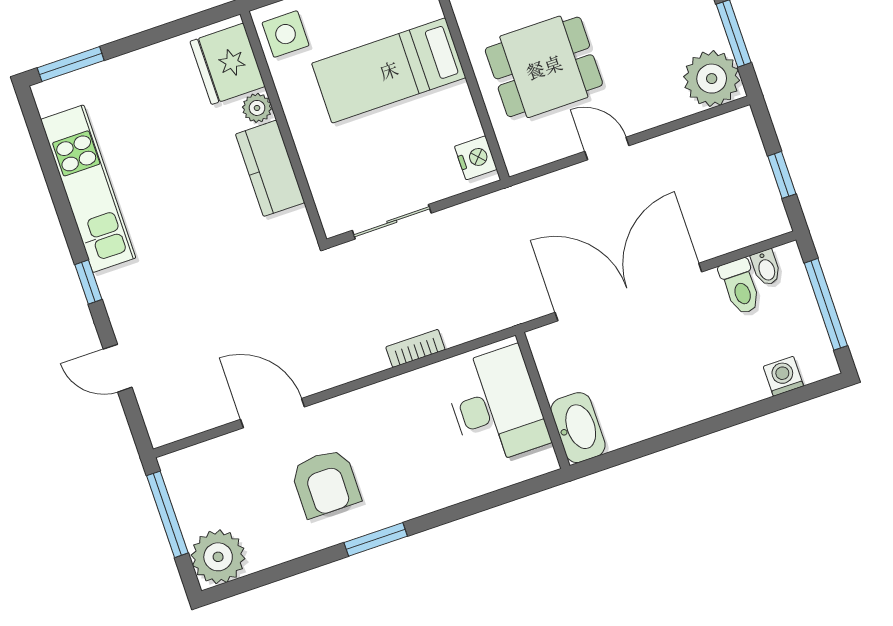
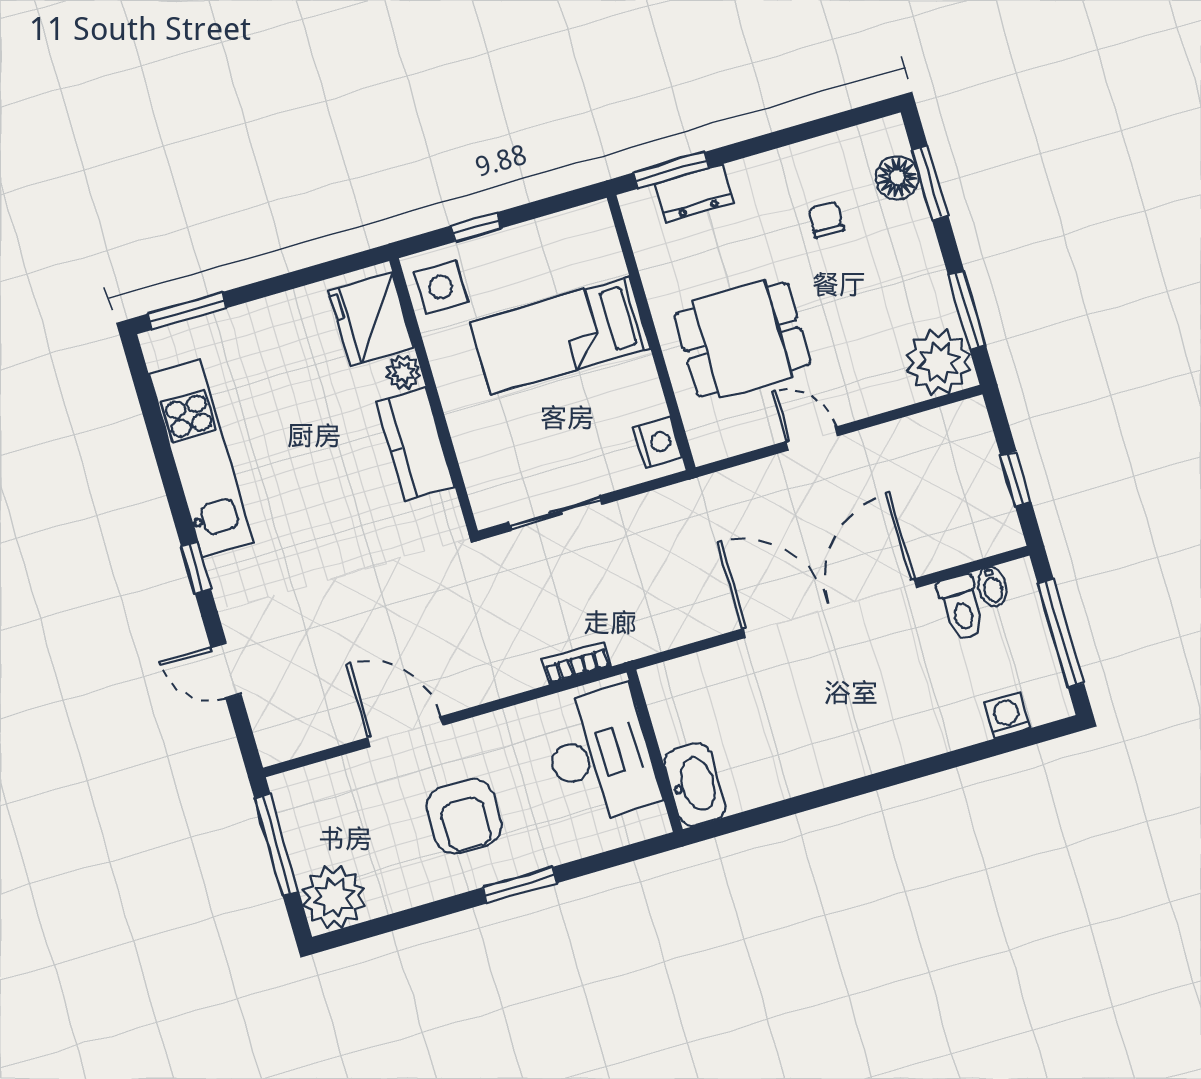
wall: (543, 400) -> (655, 751), moved
desk: (496, 406) -> (600, 755), moved
washbasin: (578, 428) -> (695, 785), moved

